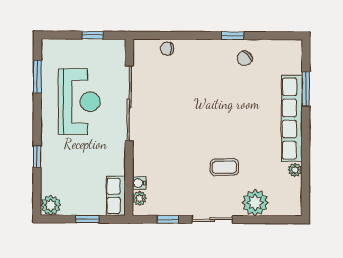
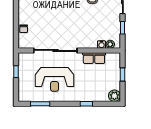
reception desk: (79, 102) -> (54, 79), turned 180
row of seats: (116, 196) -> (94, 58), moved

